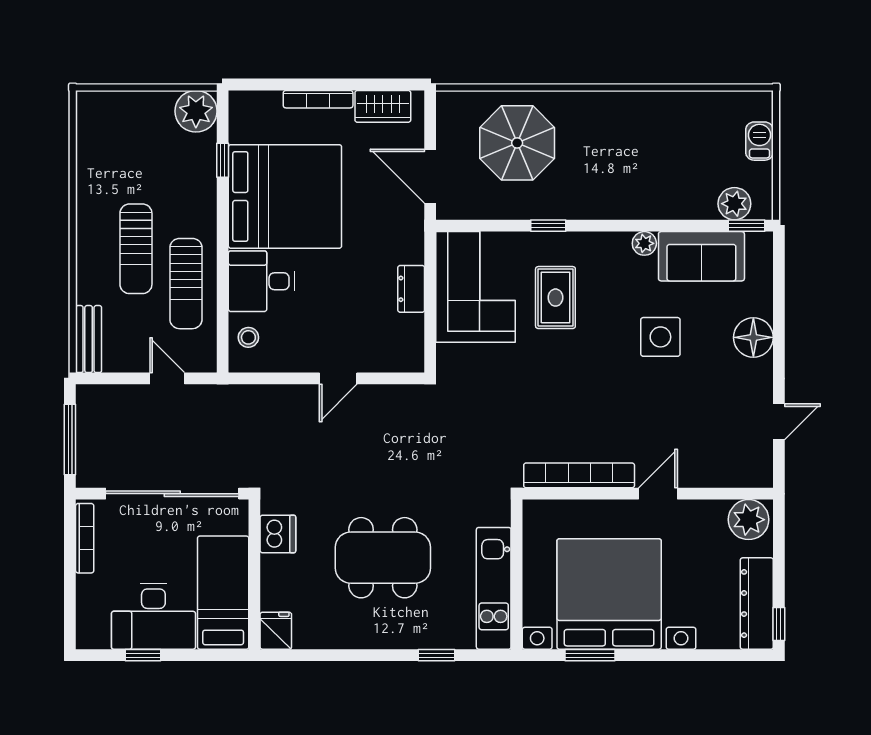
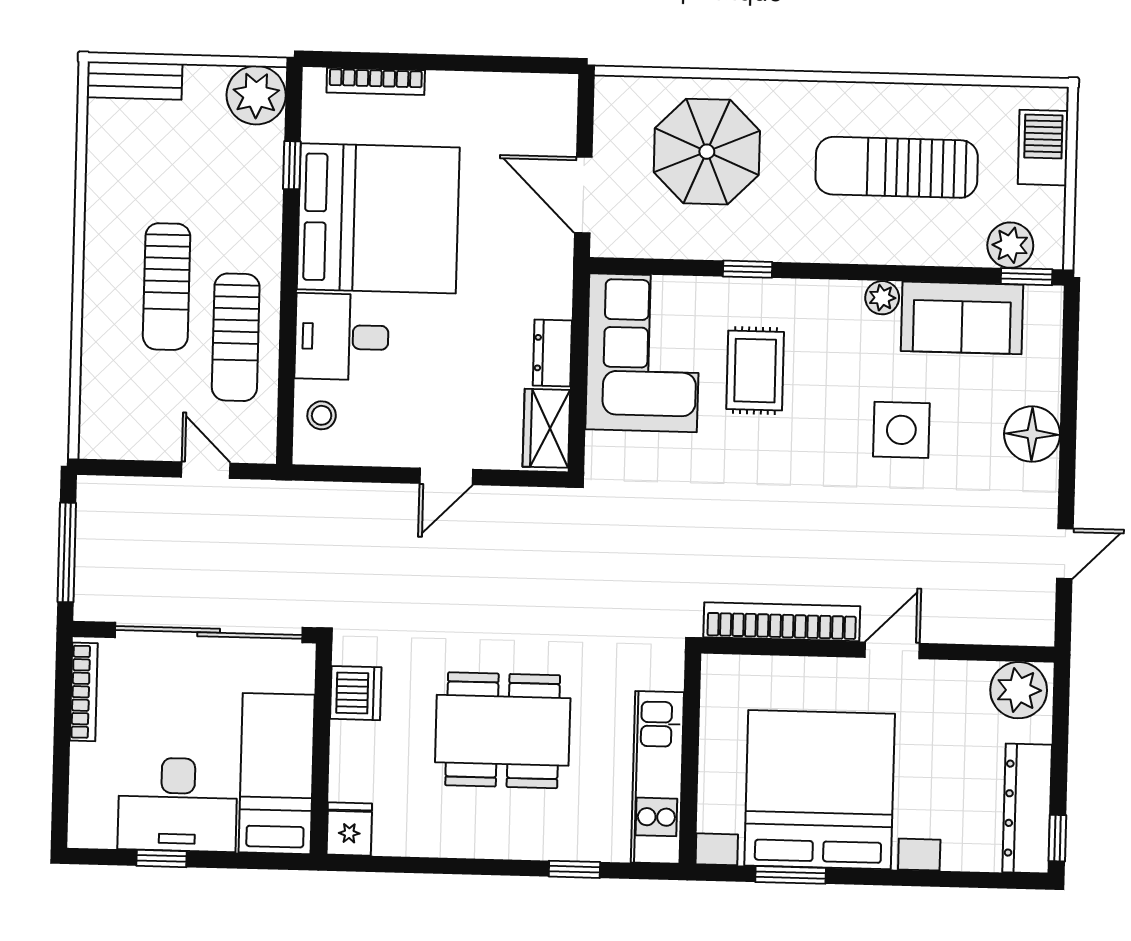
bookcase: (318, 99) -> (376, 81), moved
wardrobe: (383, 106) -> (546, 428), moved, turned 90
barbecue: (759, 141) -> (1043, 148), width x1.38, depth x1.27
sun lounger: (652, 151) -> (897, 167), added
bench: (89, 339) -> (135, 81), moved, turned 90

